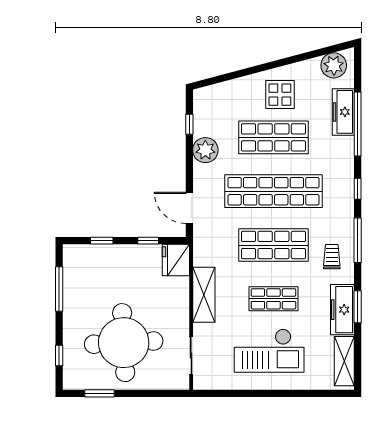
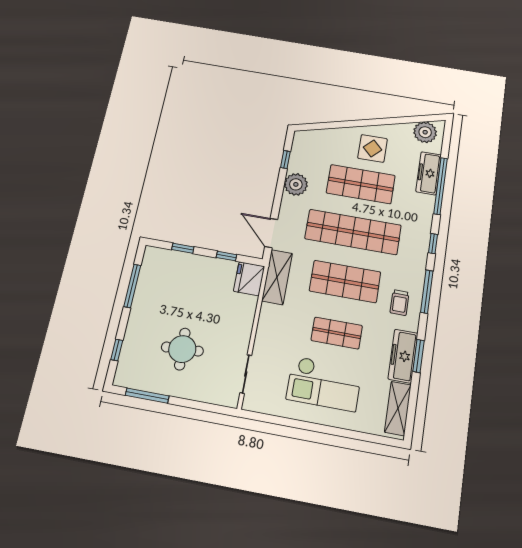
trolley: (332, 257) -> (400, 303), turned 180
shelving: (204, 295) -> (277, 277), moved
round table: (124, 343) -> (182, 349), width x0.54, depth x0.54
window: (99, 393) -> (147, 396), width x1.44

